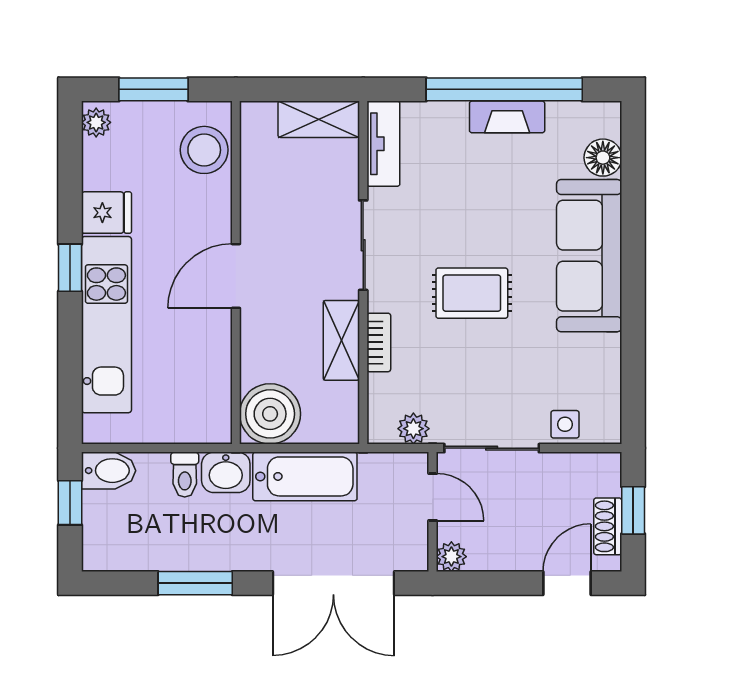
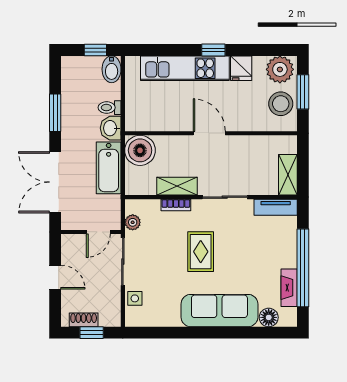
fireplace: (507, 117) -> (289, 288), moved
plant: (96, 122) -> (280, 69), width x1.88, depth x1.88
stool: (204, 150) -> (281, 104), moved
plant: (451, 557) -> (68, 241), removed
door: (567, 583) -> (55, 277), moved

